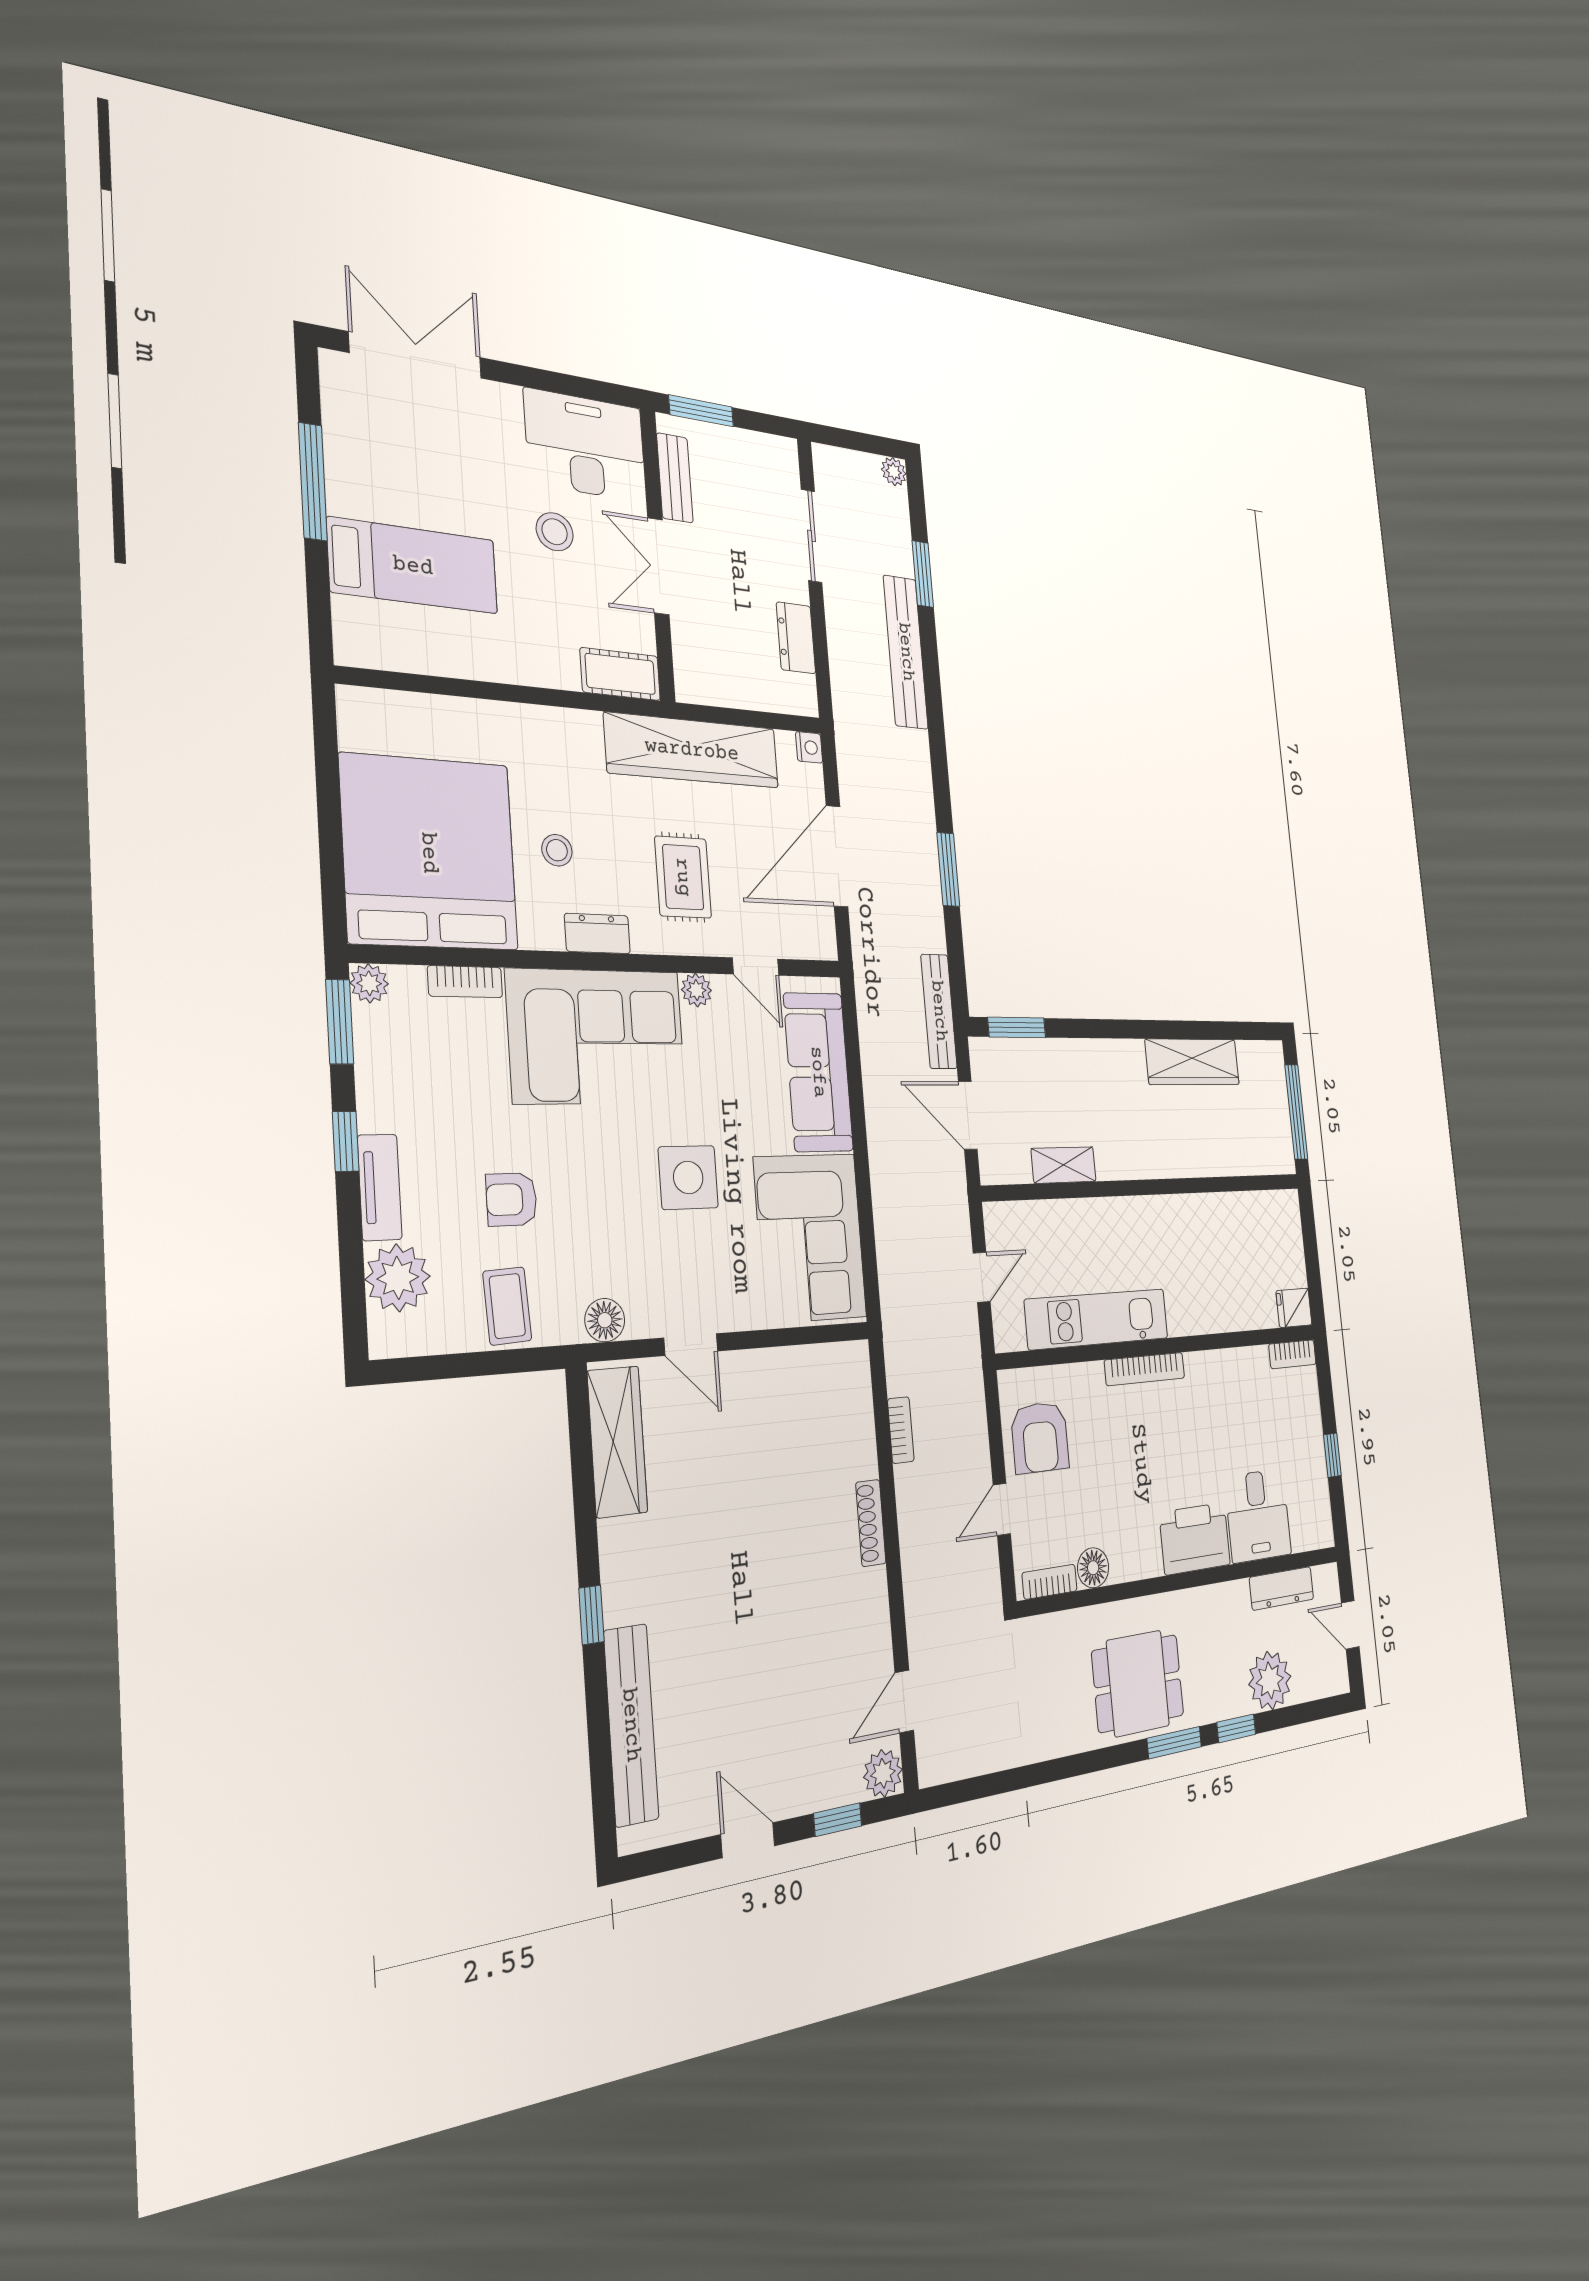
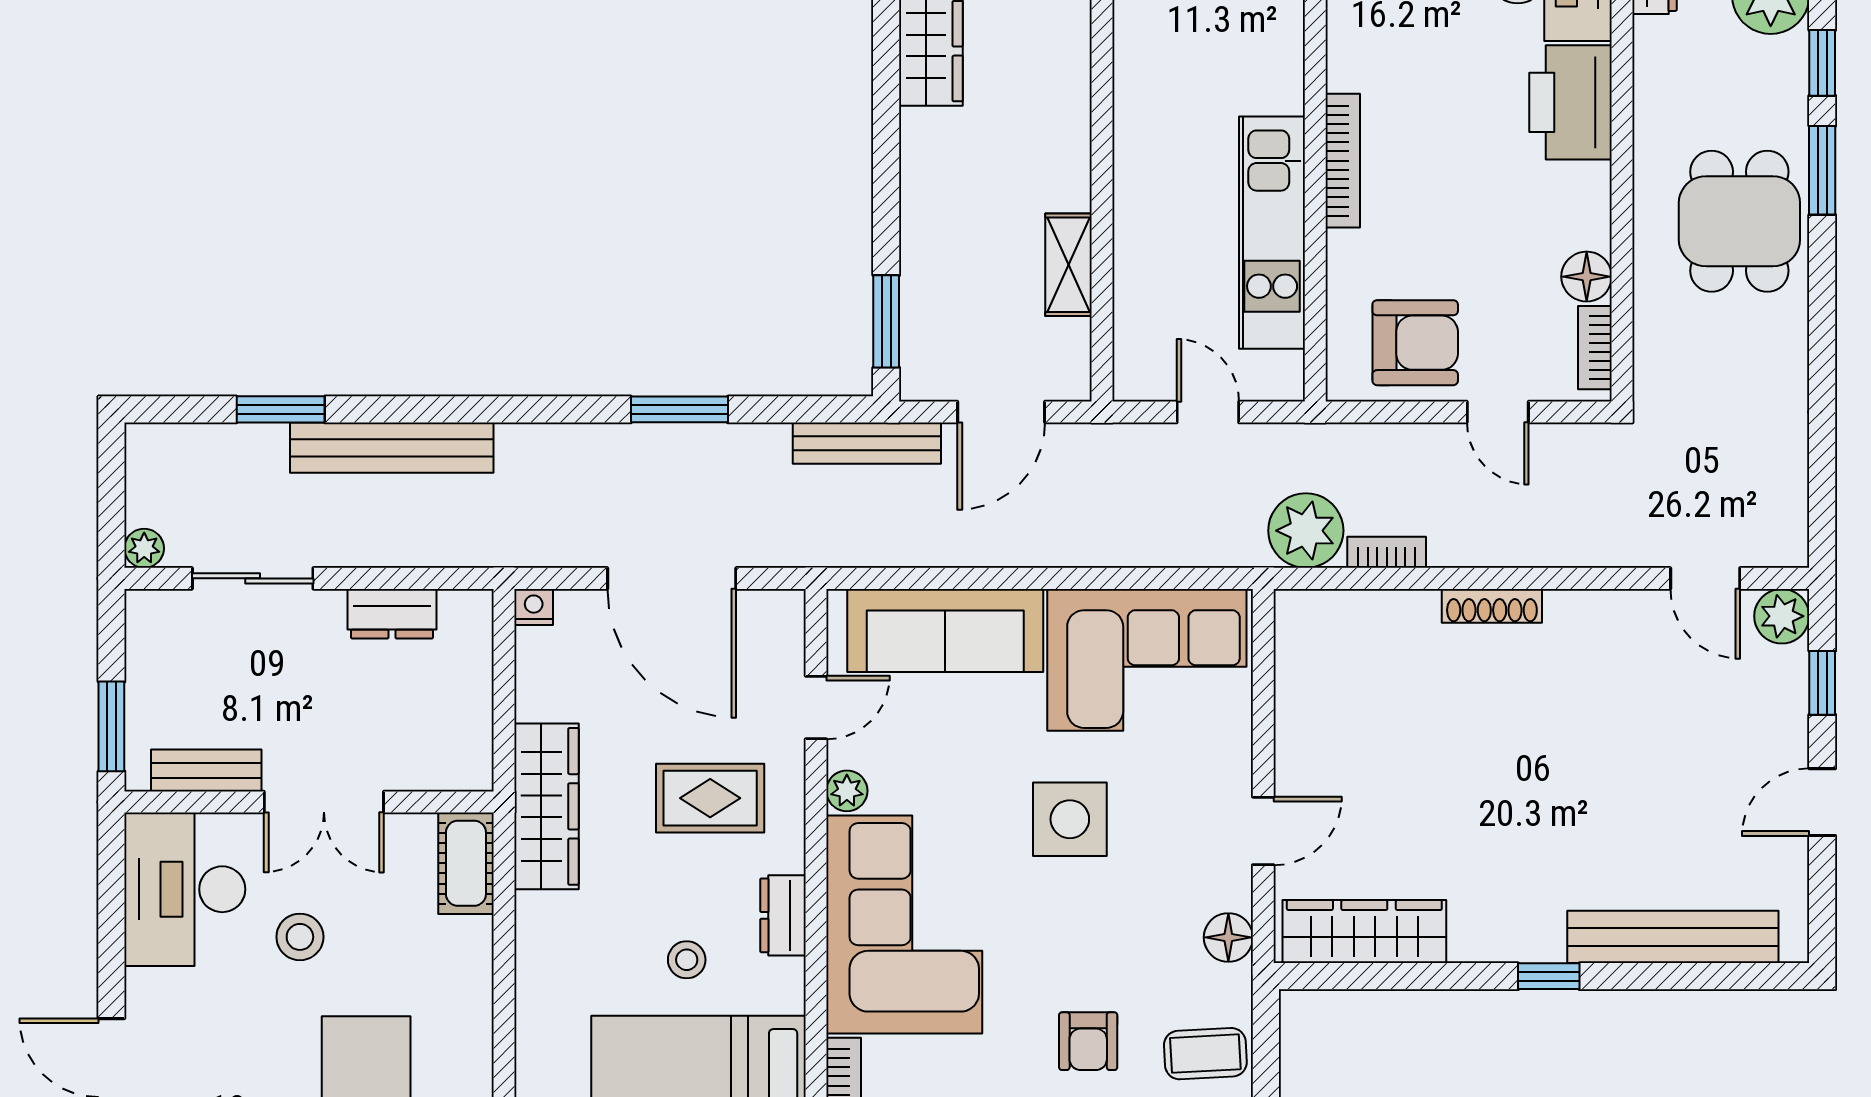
plant: (894, 472) -> (144, 548), moved
wardrobe: (692, 750) -> (546, 806), width x0.71, depth x0.85
plant: (910, 1362) -> (1306, 531), added

